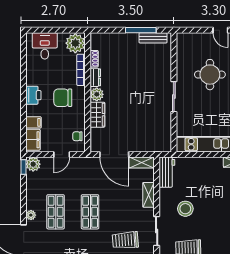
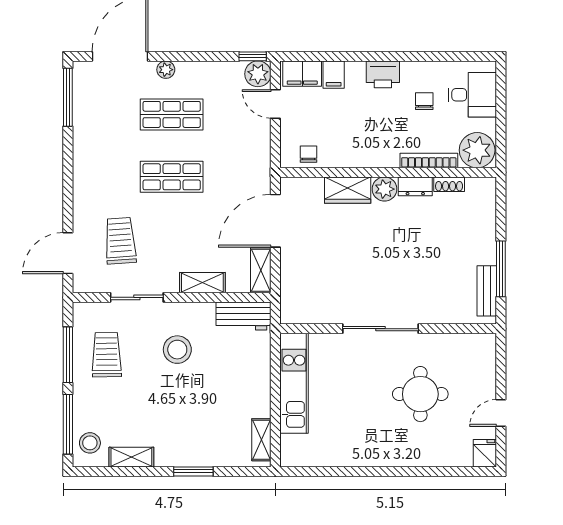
sliding door: (174, 97) -> (381, 329), width x1.37
chair: (63, 98) -> (424, 101), moved, width x0.54, depth x0.54
door: (62, 155) -> (275, 104), moved

